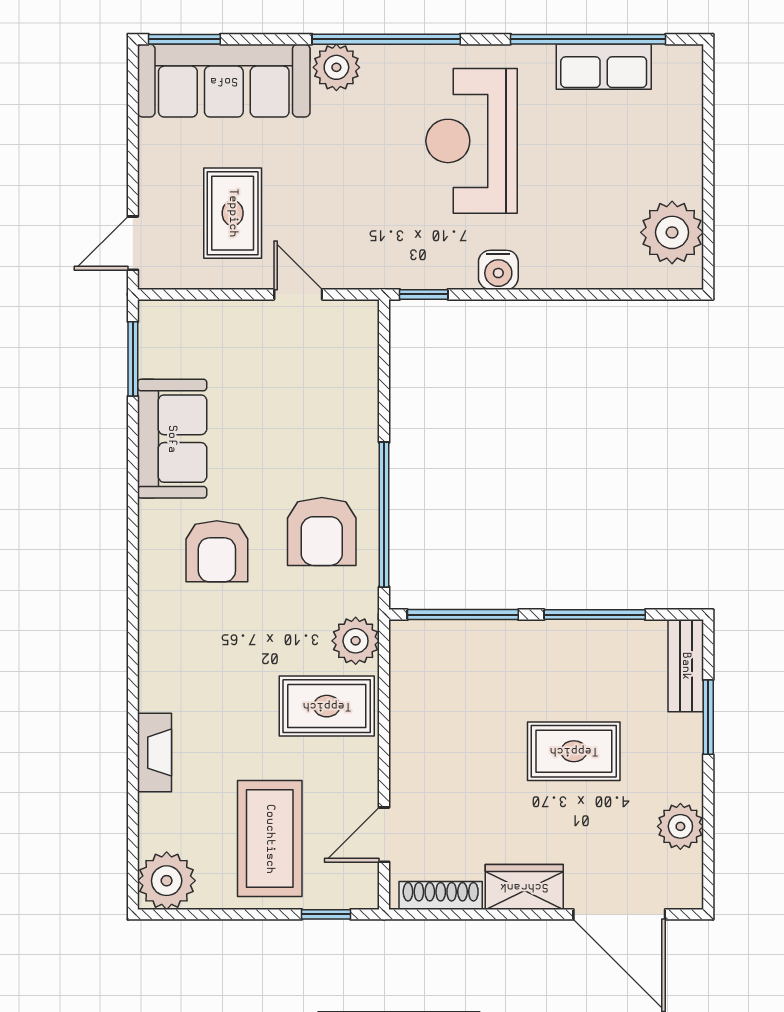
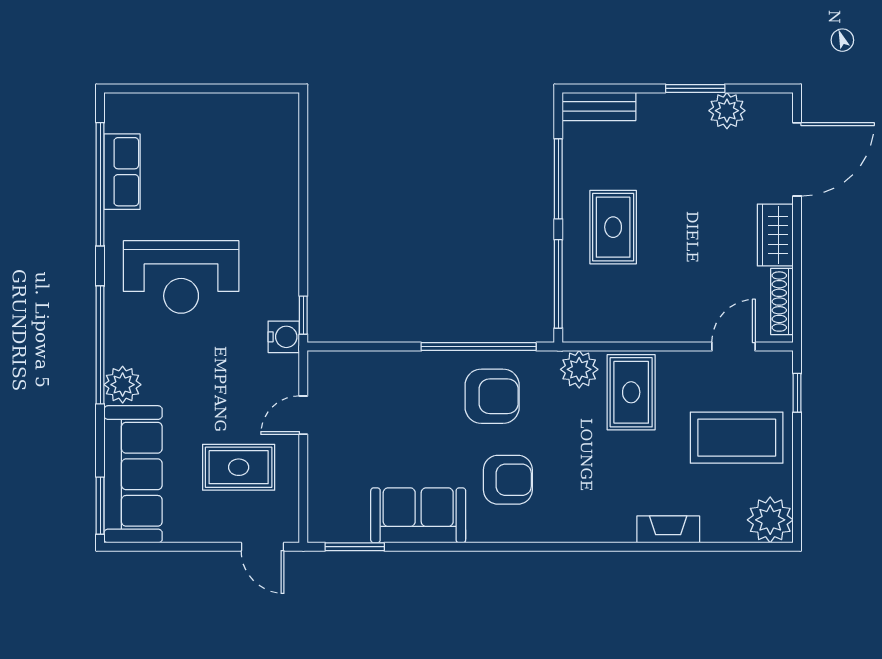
plant: (672, 232) -> (254, 117), removed
water cooler: (498, 270) -> (284, 337), moved
window: (708, 717) -> (695, 88), moved
rug: (574, 751) -> (613, 227), moved
door: (384, 835) -> (734, 347), swing flipped

